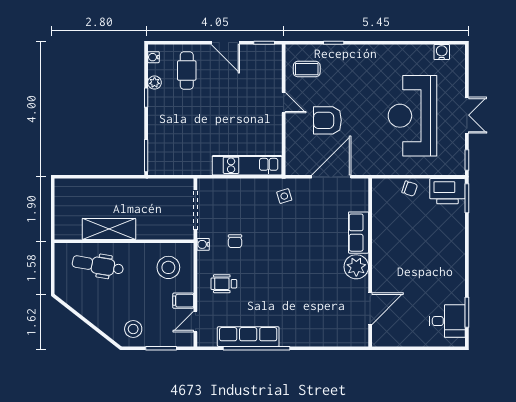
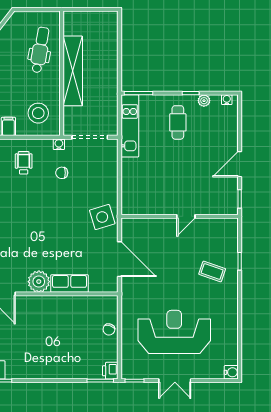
water cooler: (442, 52) -> (231, 372), moved
coffee table: (307, 69) -> (212, 271), moved, turned -71
cafe table: (187, 70) -> (178, 122), moved, turned 90
armchair: (327, 120) -> (170, 256), removed
kitchen unit: (247, 165) -> (130, 126), moved
printer: (447, 191) -> (110, 371), width x0.53, depth x0.68
side table: (284, 196) -> (102, 217), width x1.87, depth x1.87
shelving: (109, 229) -> (73, 71), width x1.47

